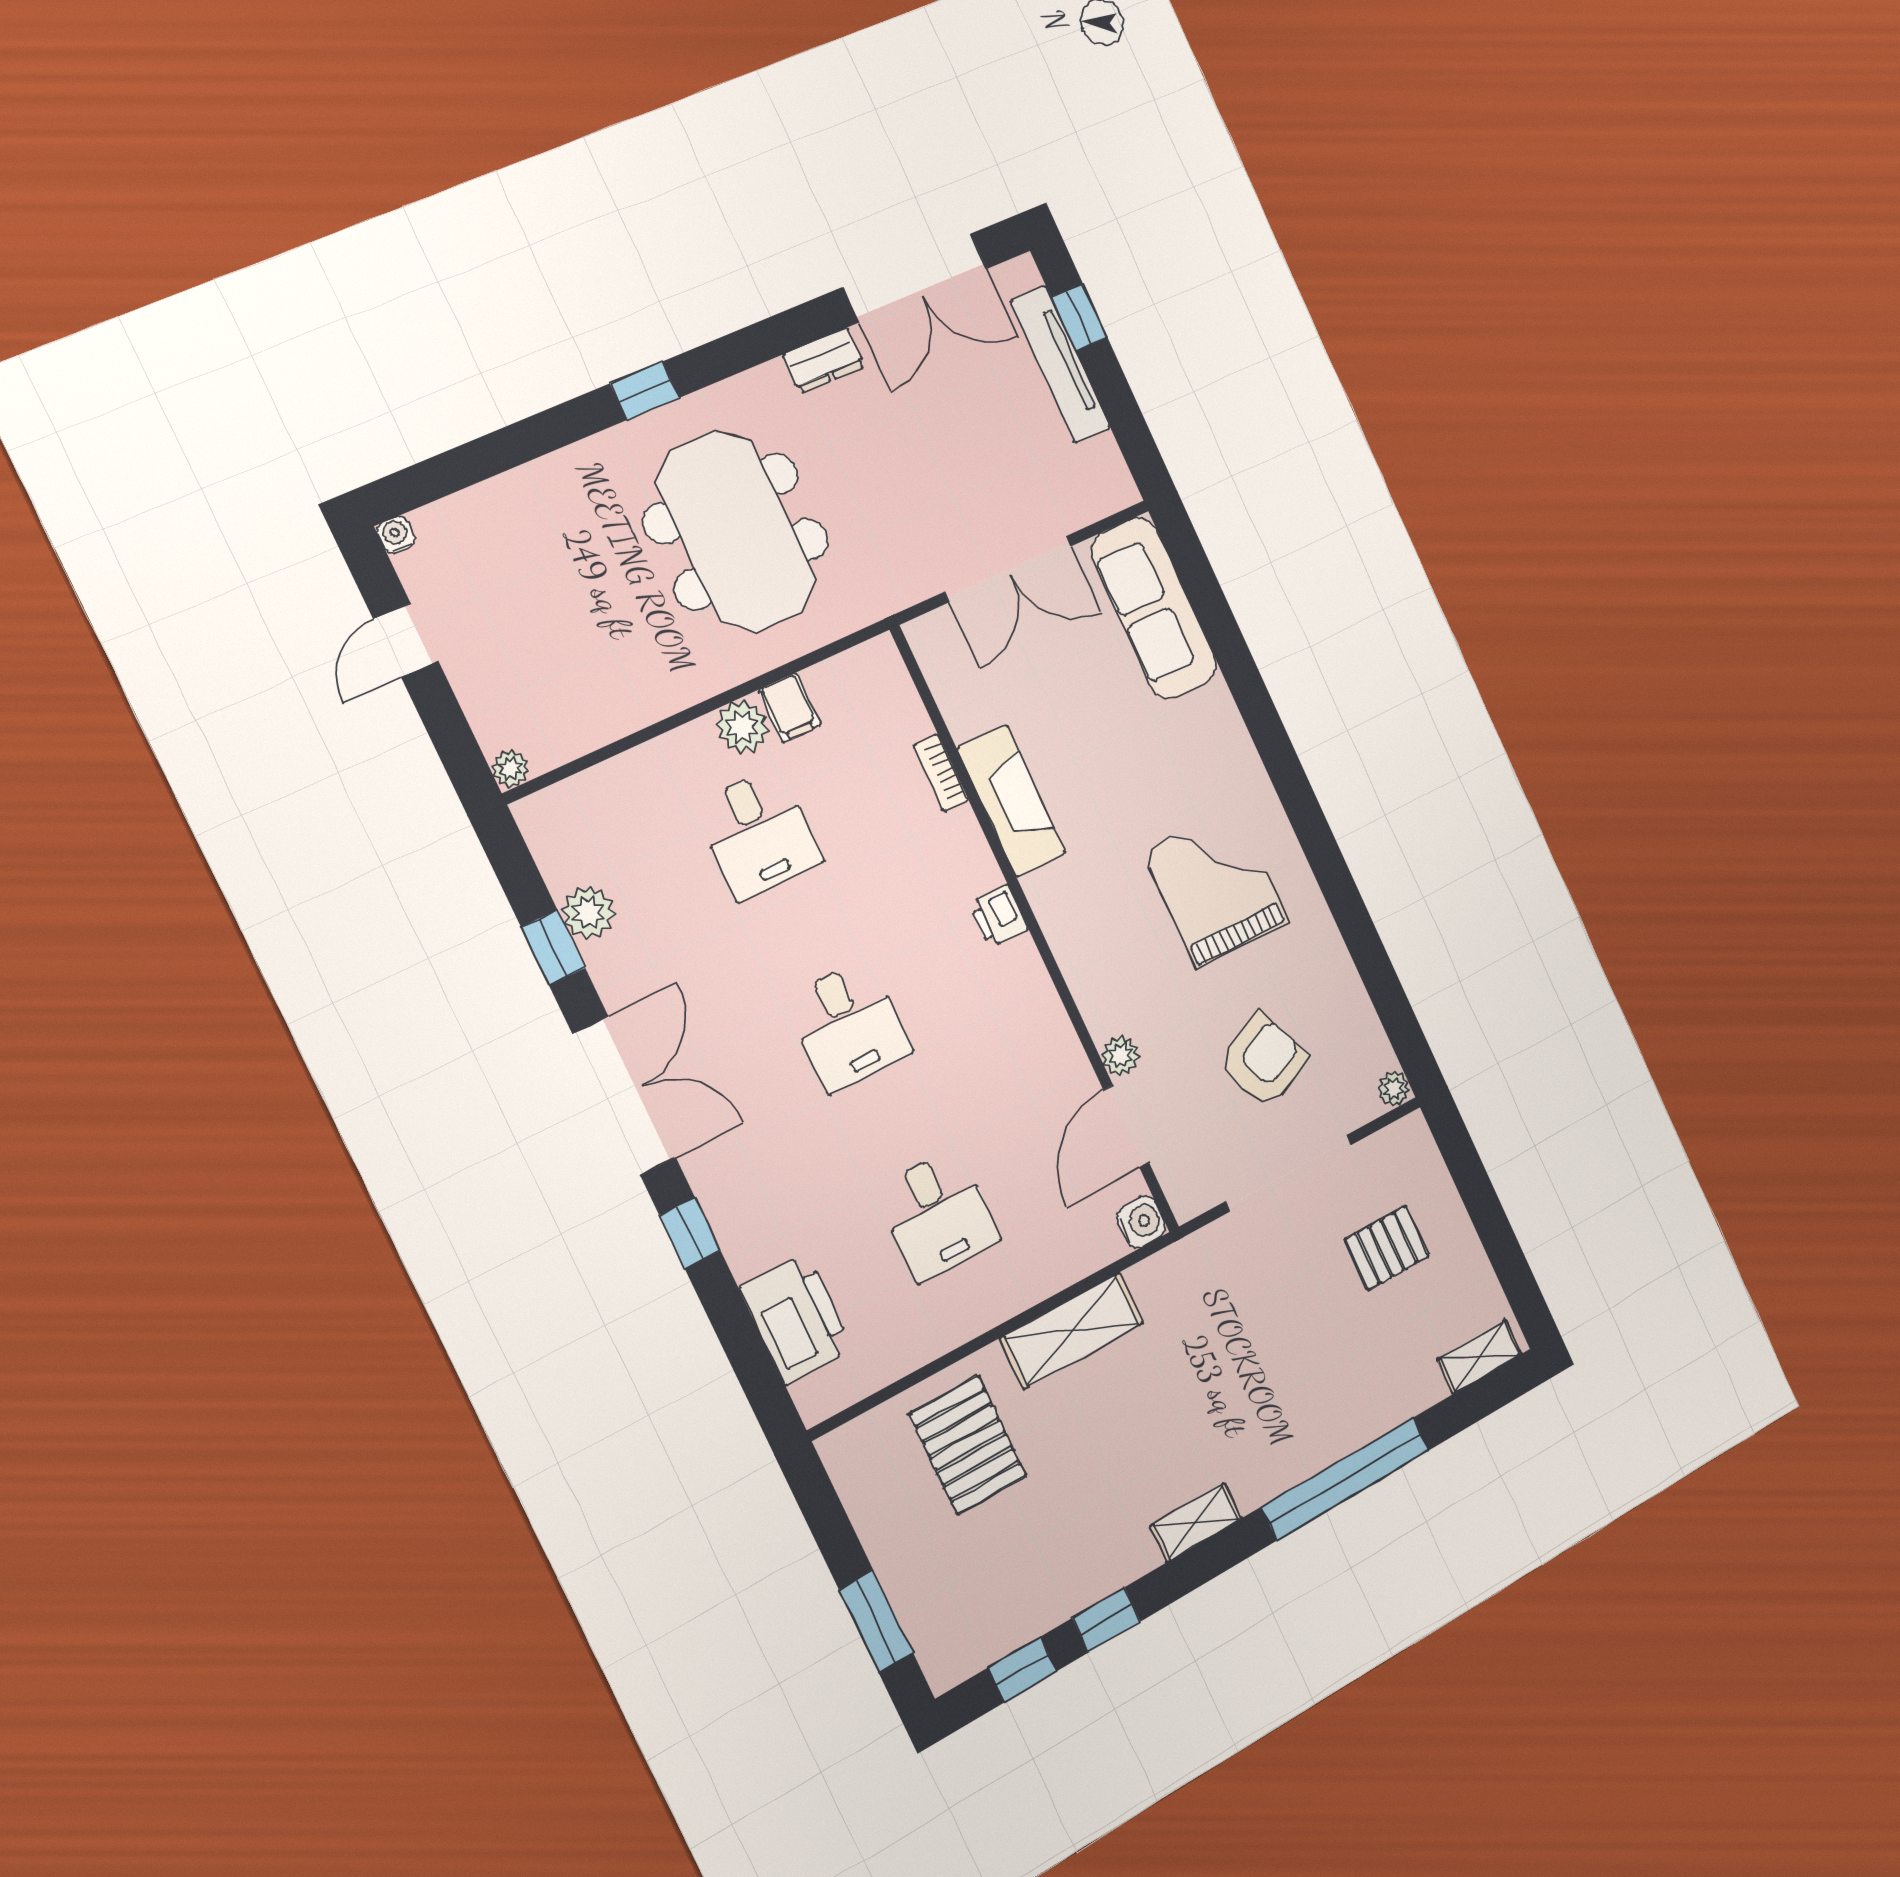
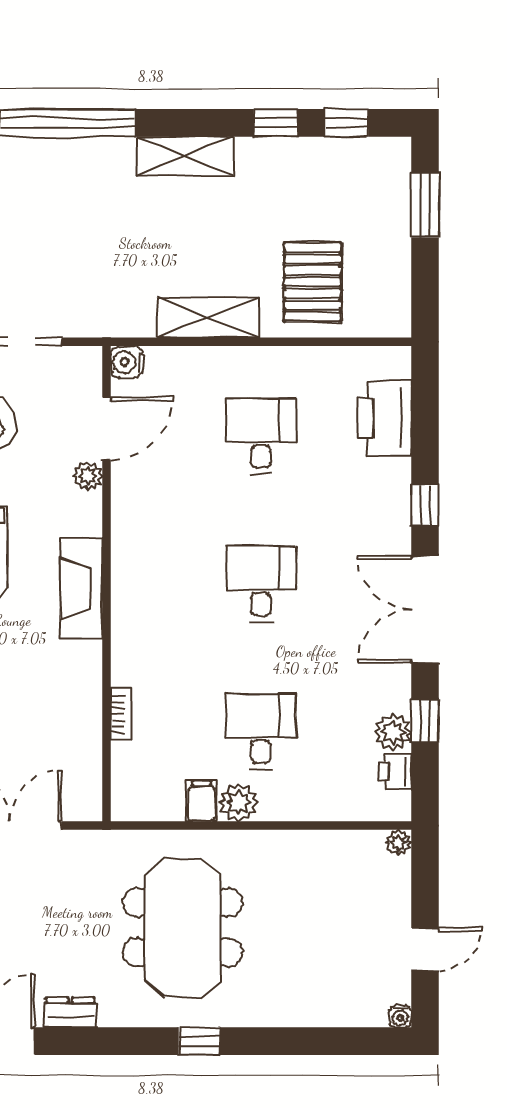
fireplace: (1012, 801) -> (82, 588), moved
printer: (999, 916) -> (395, 771), moved, turned 180
shelving: (1196, 1522) -> (185, 156), width x1.50, depth x1.33

